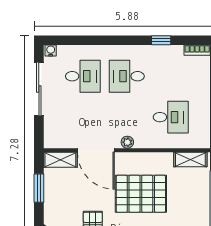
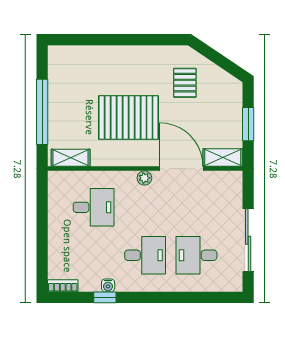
water cooler: (51, 51) -> (108, 285), moved
desk: (171, 117) -> (94, 207), turned 180

